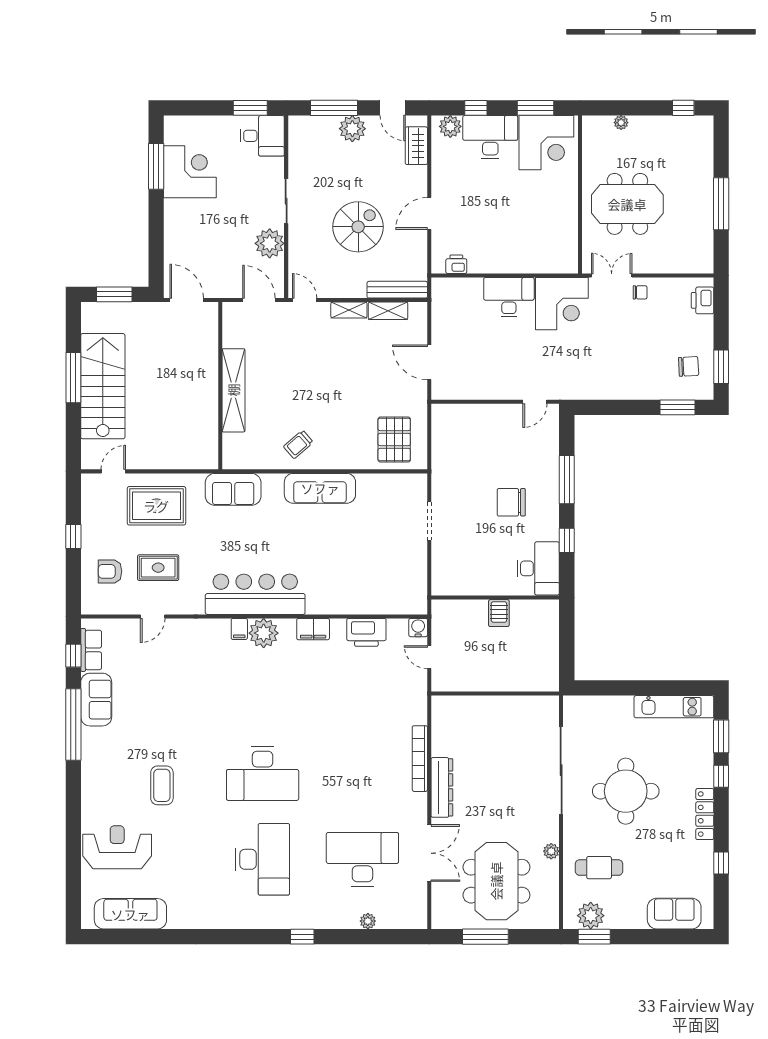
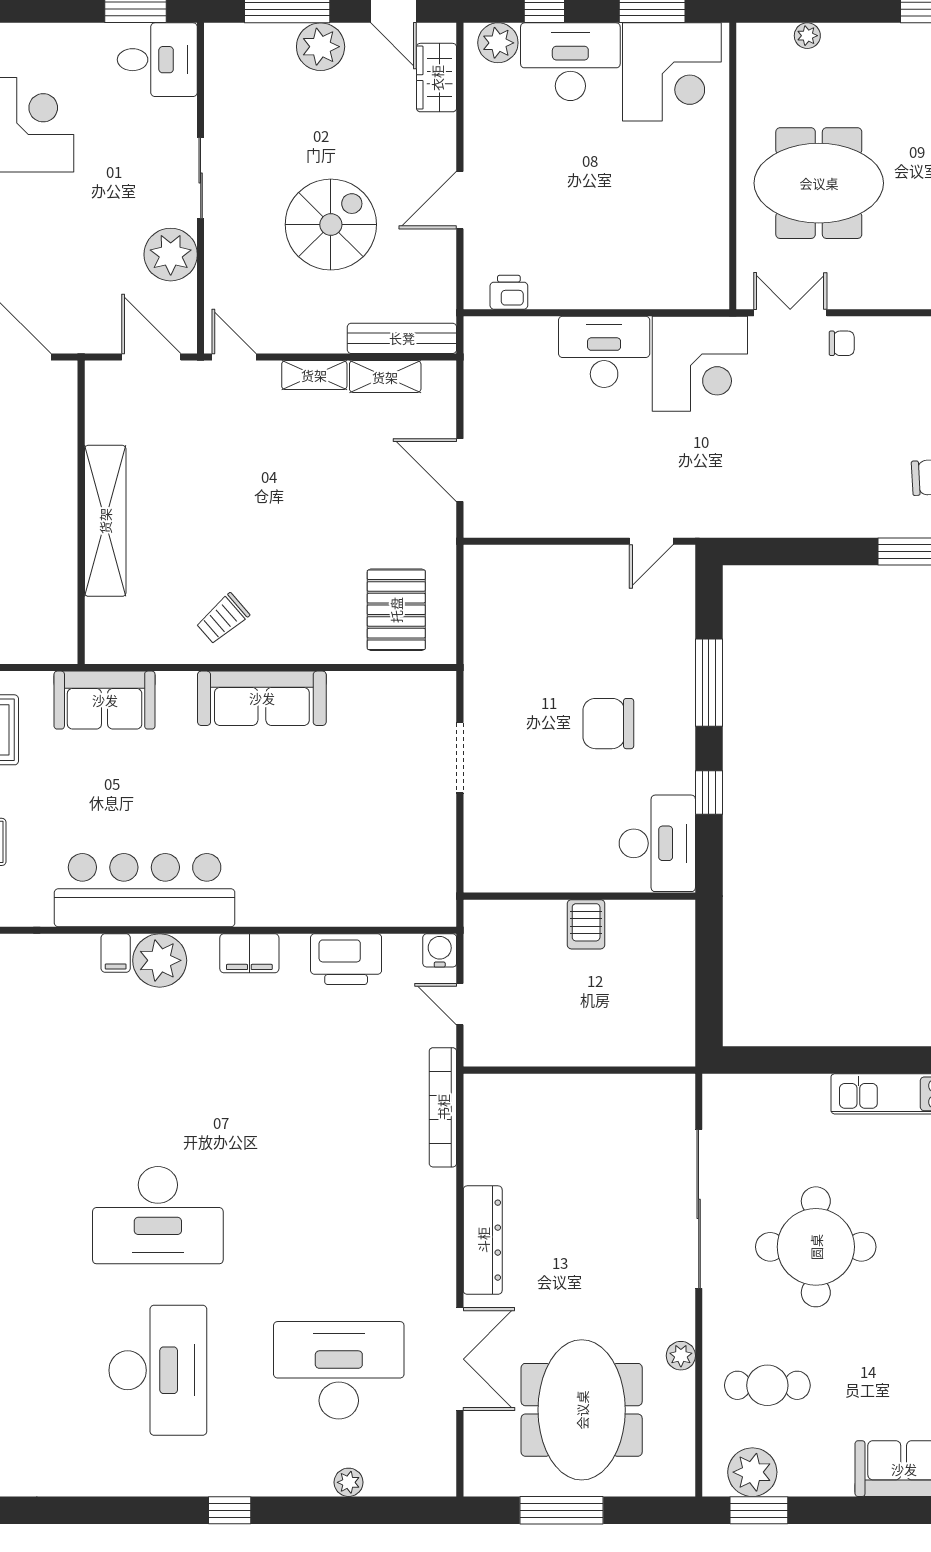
bookcase: (420, 759) -> (443, 1107), moved

